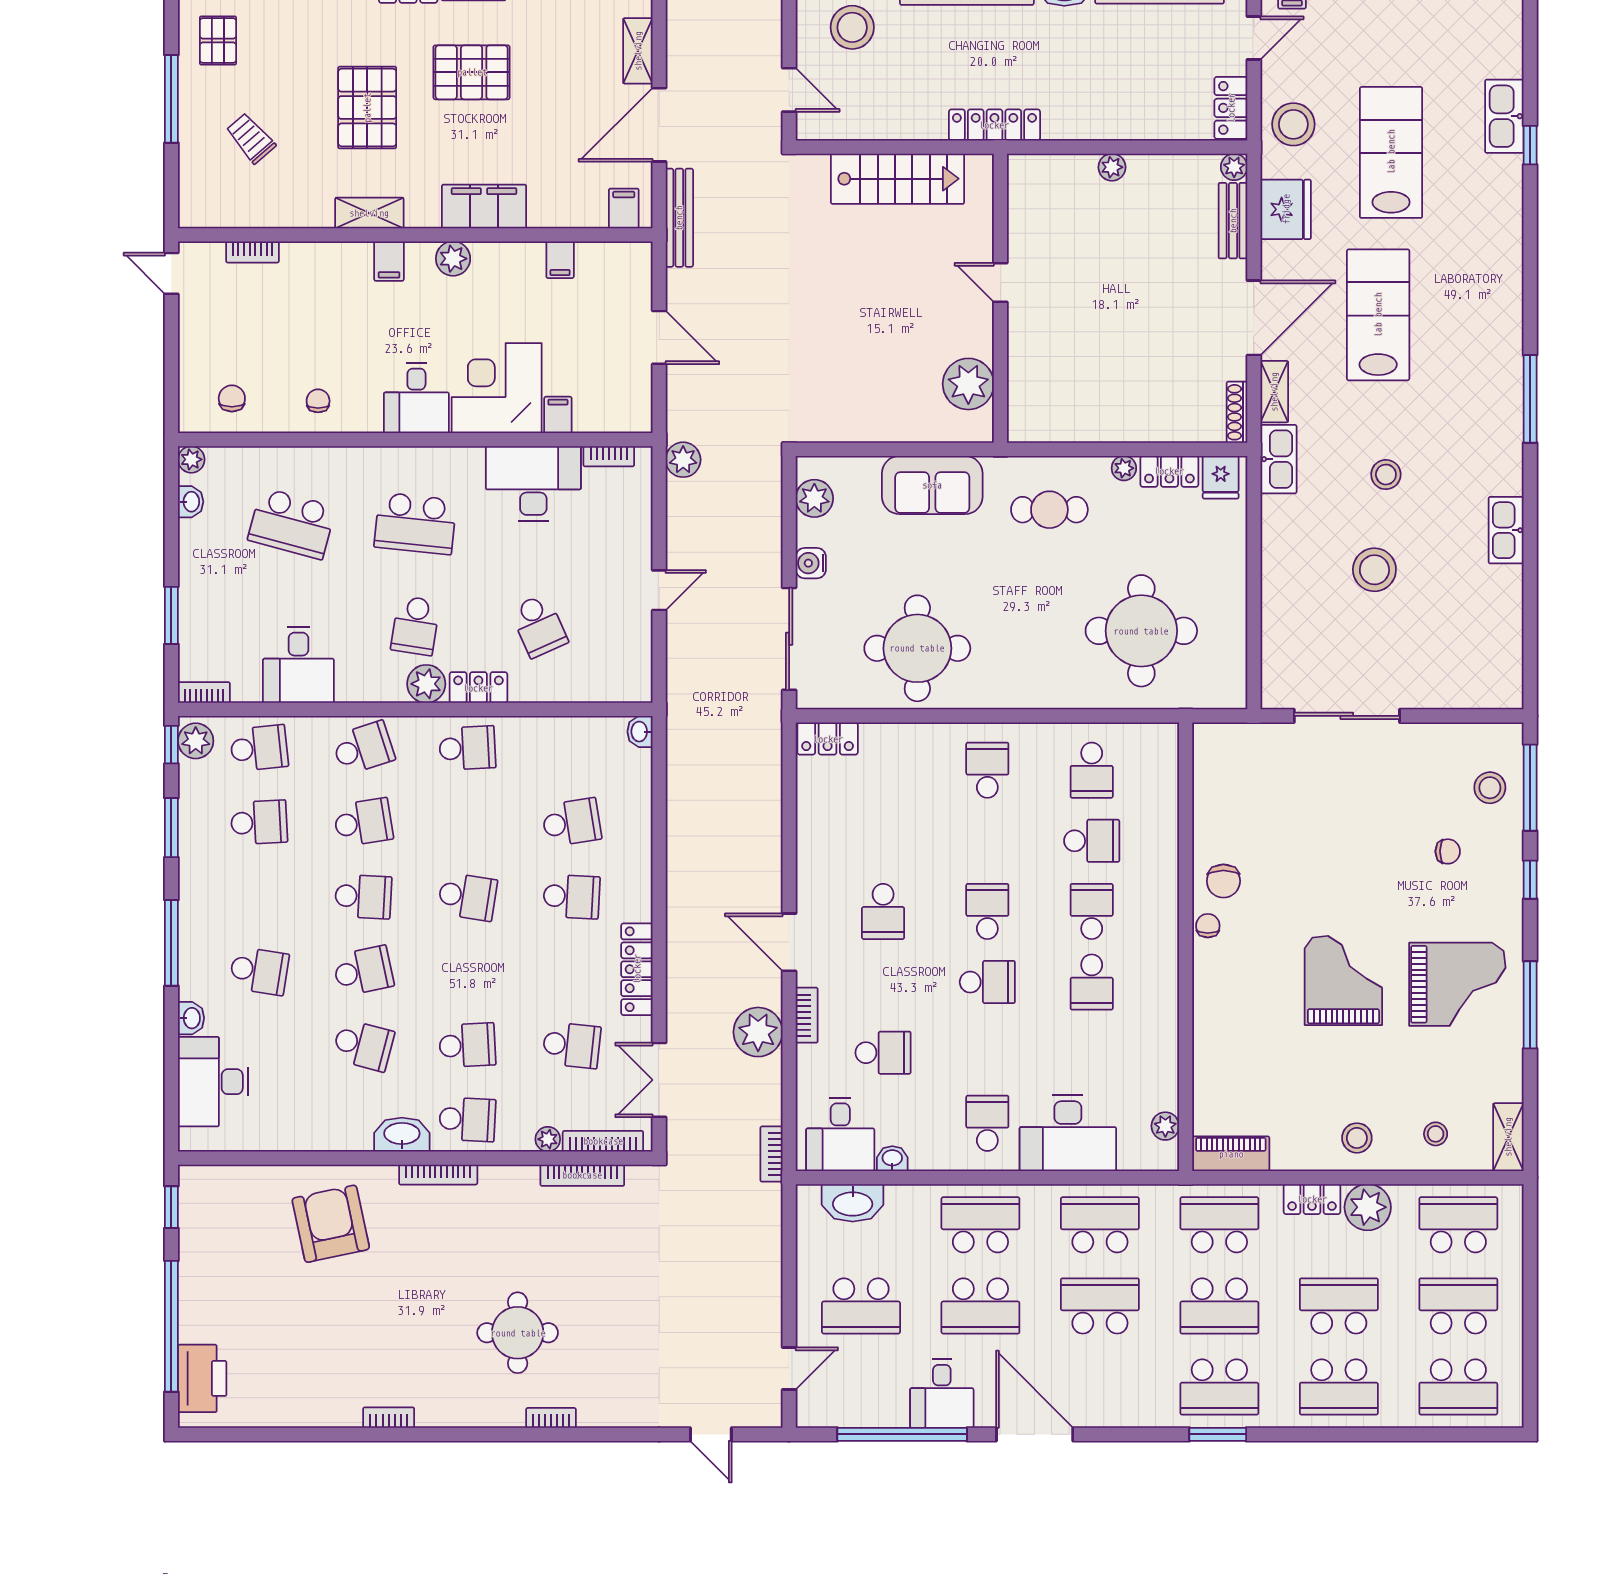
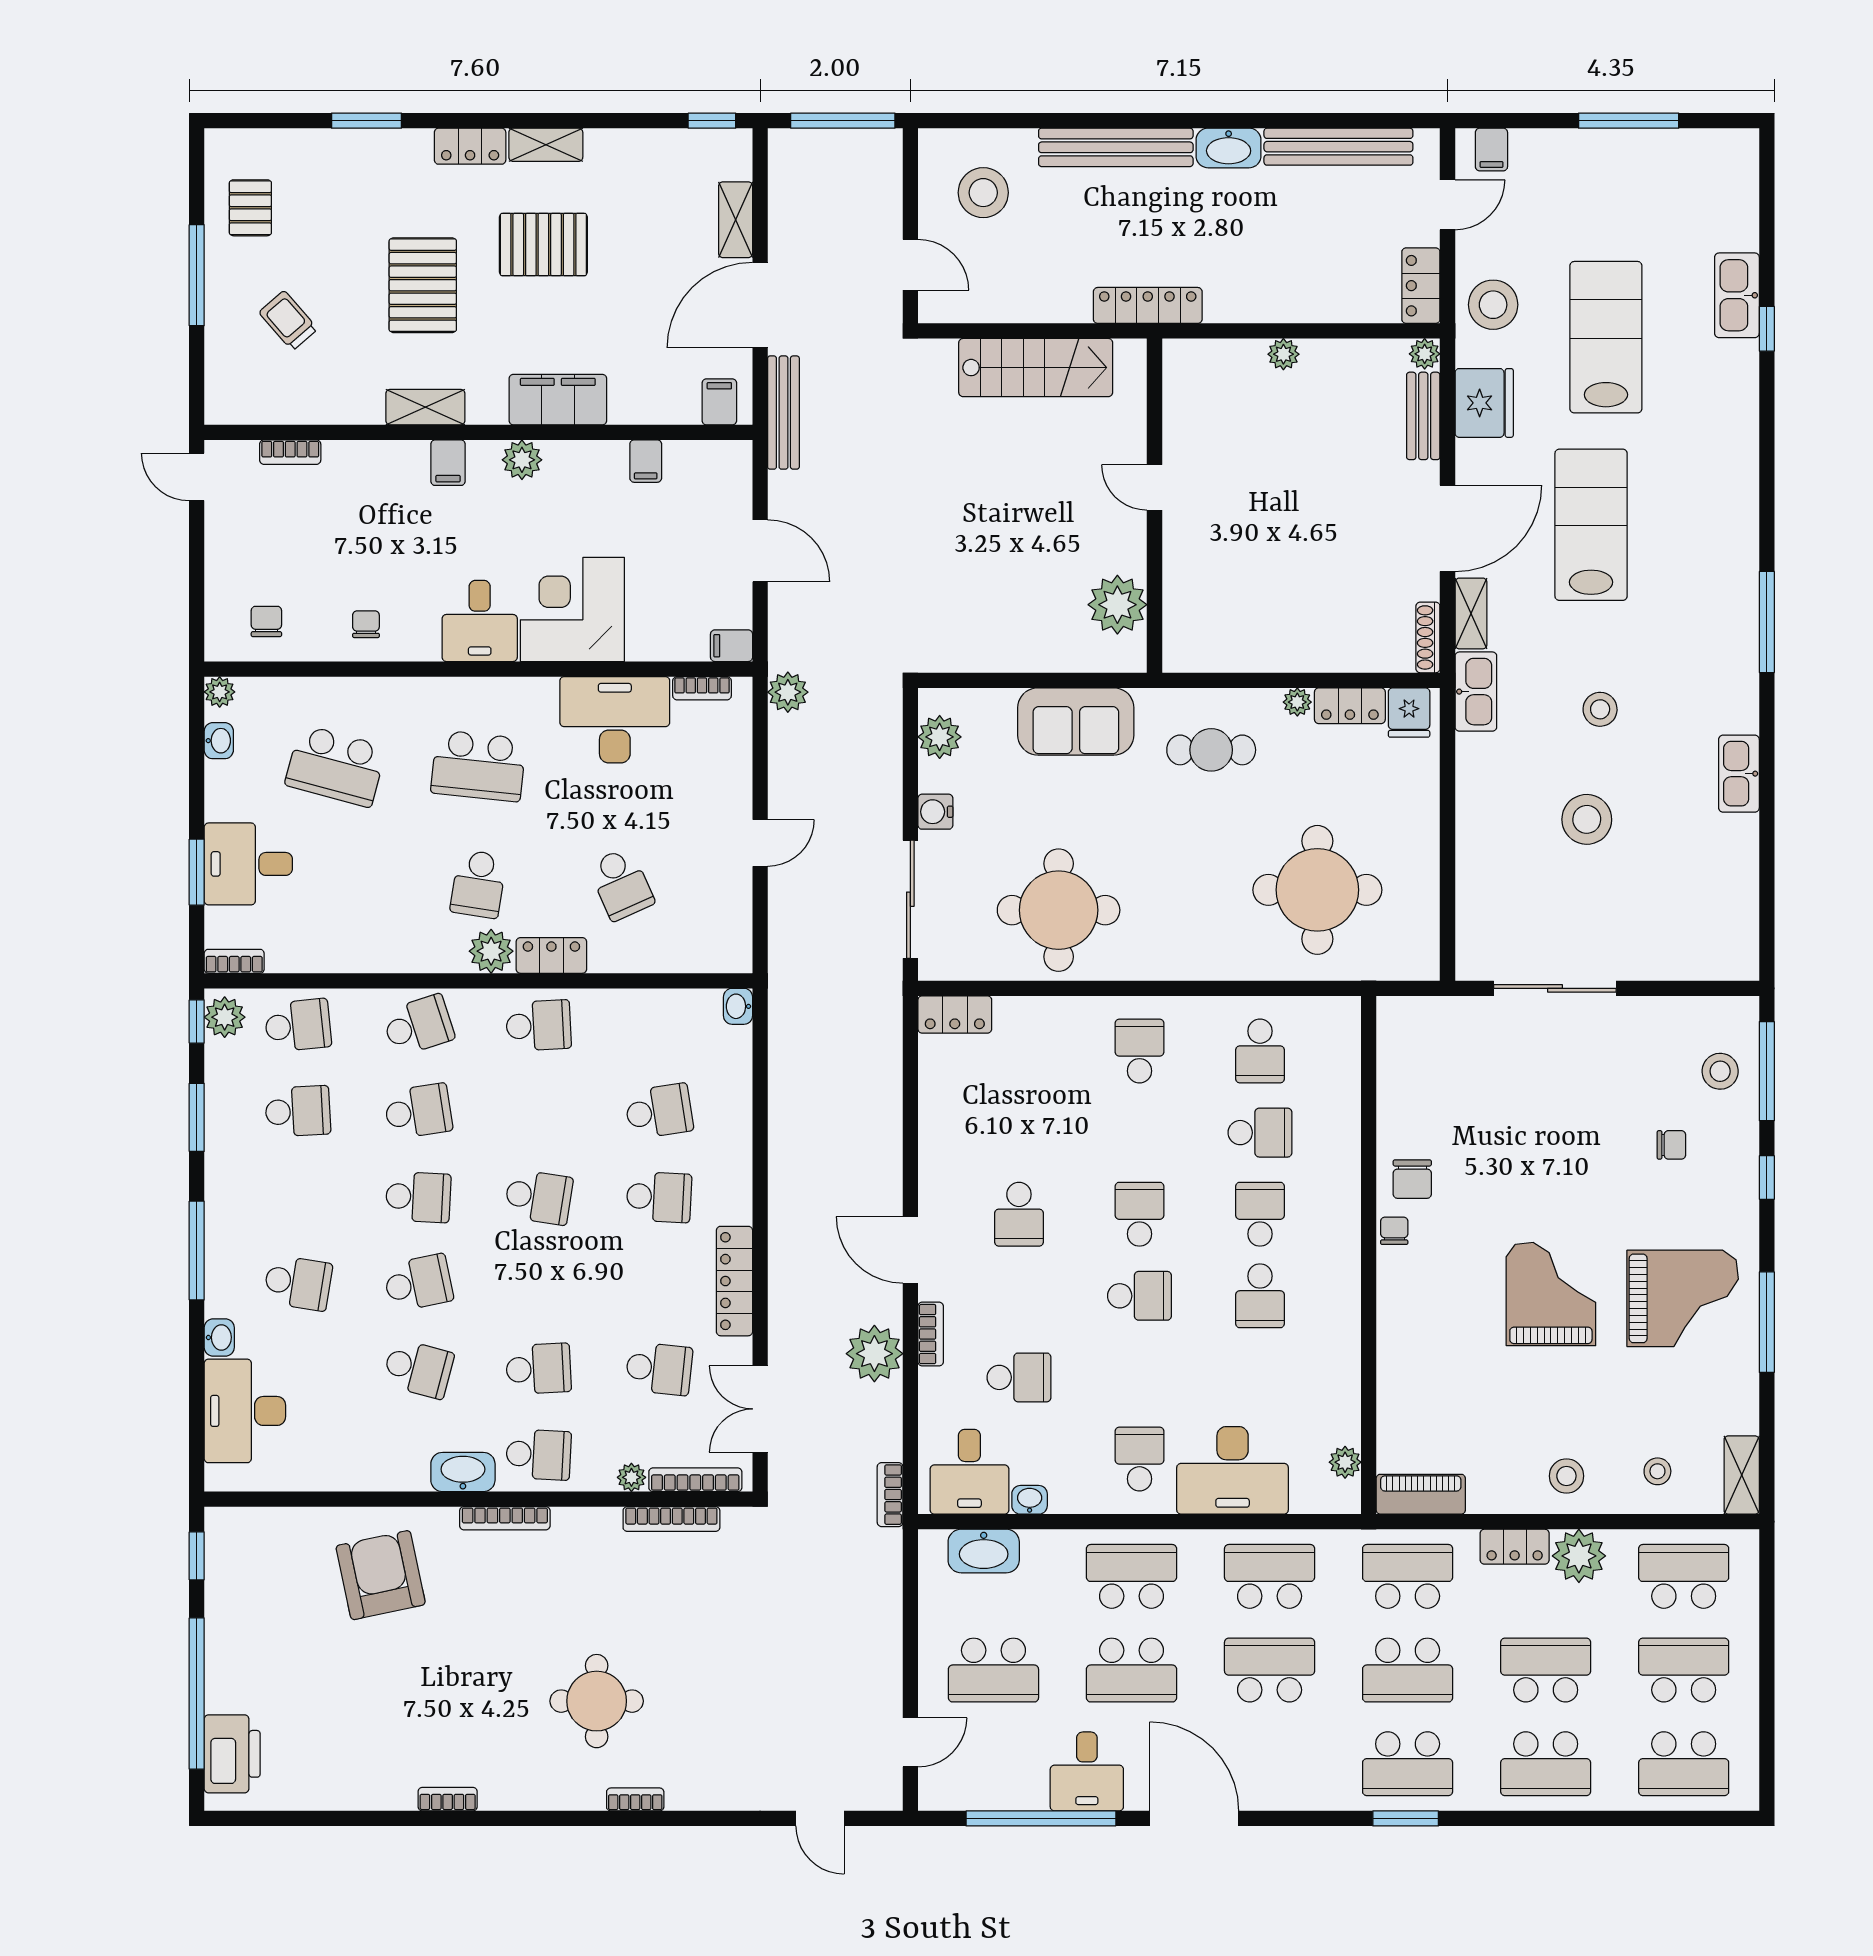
filing cabinet: (558, 415) -> (732, 646), moved, turned -90
desk: (298, 665) -> (248, 864), moved, turned 90

